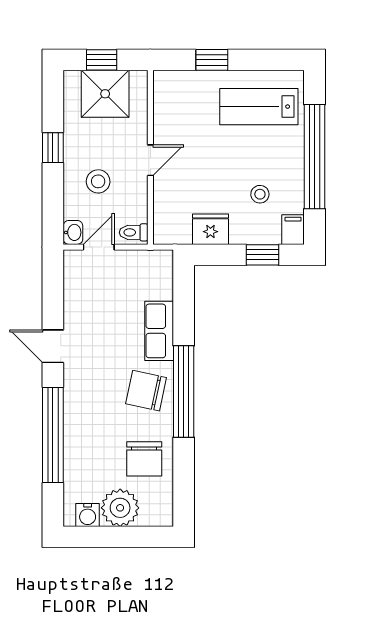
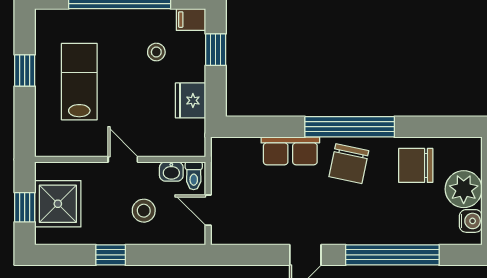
window: (212, 60) -> (25, 70), moved
lab bench: (259, 107) -> (79, 82), moved, turned 180
washbasin: (73, 232) -> (171, 171), moved, turned 180
chair: (144, 459) -> (416, 165), turned 180

